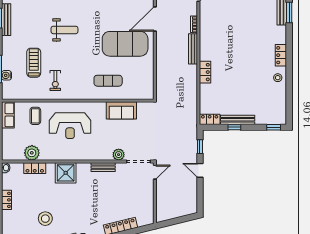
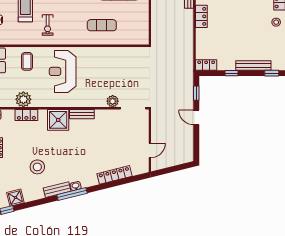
sofa: (121, 110) -> (116, 56), removed
bench: (238, 120) -> (253, 65), moved
reception desk: (70, 126) -> (63, 71), turned 90
bench: (103, 167) -> (82, 114), moved
door: (155, 172) -> (150, 150), moved

